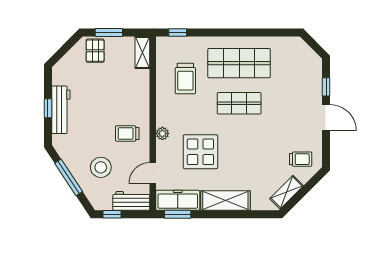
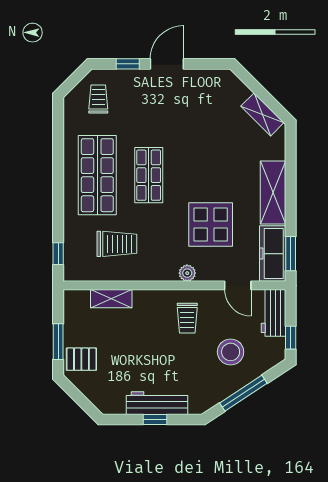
shelving: (142, 52) -> (111, 299), moved
trolley: (301, 159) -> (98, 99), moved

